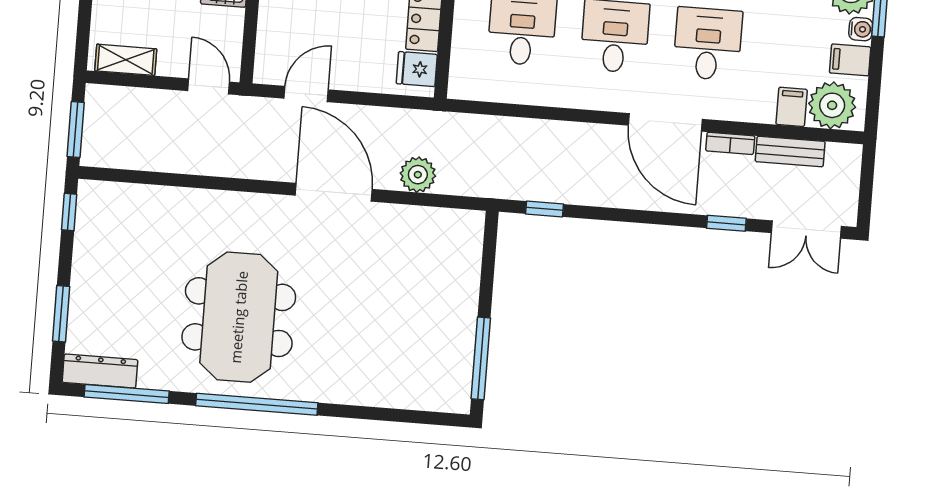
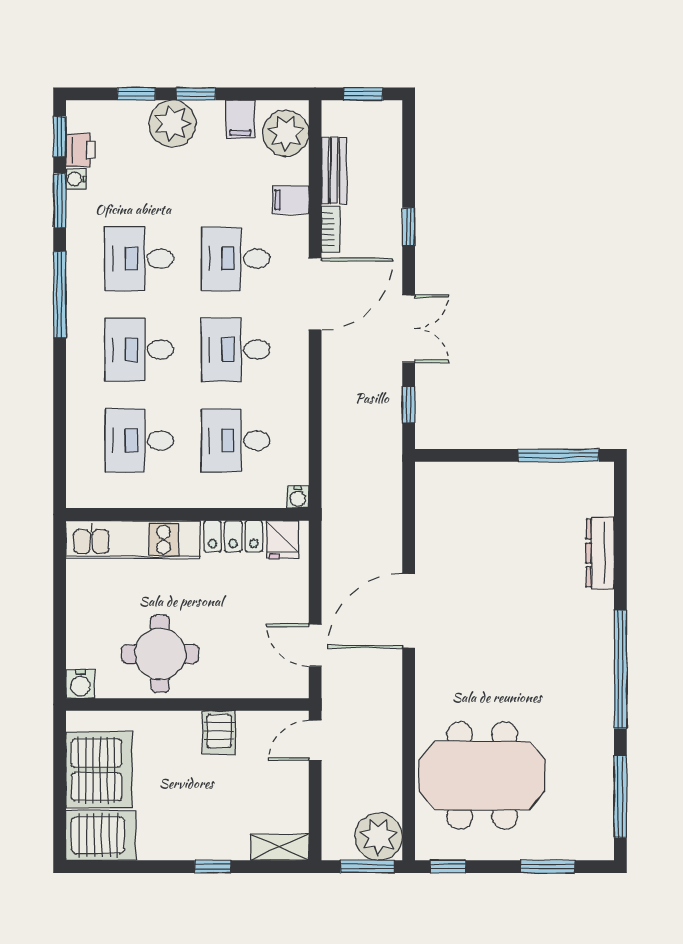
water cooler: (861, 29) -> (298, 497), moved, turned 180
shelving: (126, 60) -> (280, 847), moved, turned 90
filing cabinet: (792, 107) -> (290, 200), moved
plant: (418, 175) -> (379, 837), moved, width x1.36, depth x1.36
window: (866, 188) -> (363, 94), added
double door: (806, 230) -> (409, 329), moved
meeting table: (239, 317) -> (482, 776), moved
dresser: (100, 371) -> (600, 553), moved

